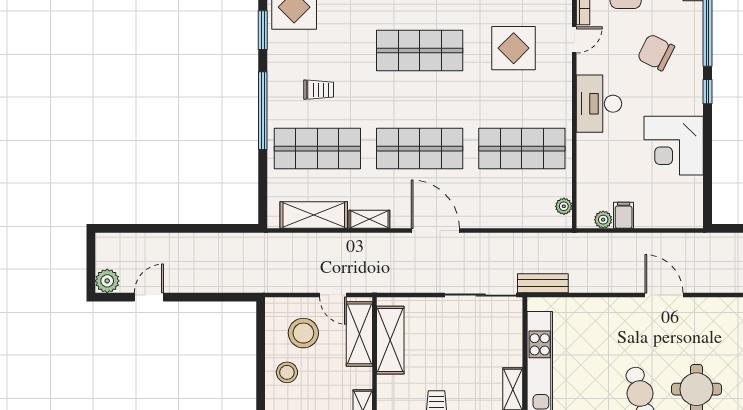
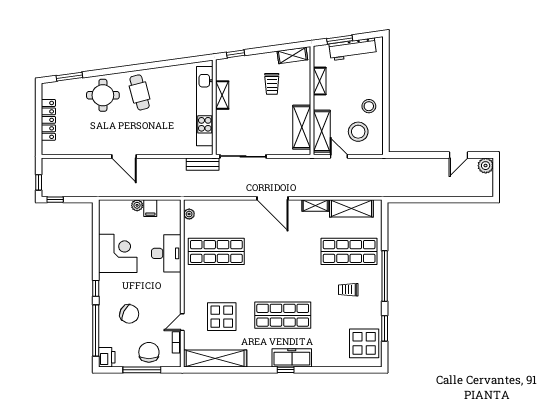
desk: (599, 104) -> (166, 253), moved
shop shelf: (420, 149) -> (283, 251), removed
plant: (603, 220) -> (137, 205), moved

